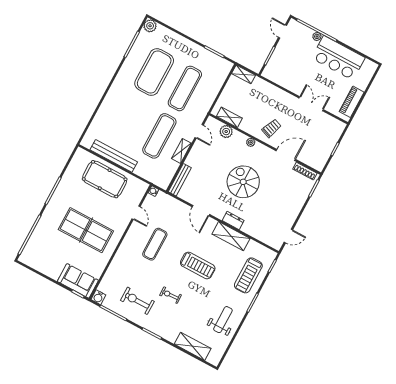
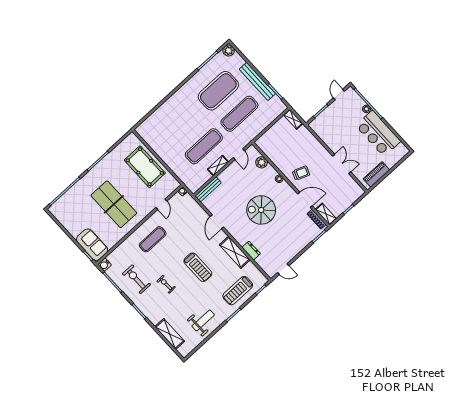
shelving: (229, 117) -> (326, 214), moved
bench: (114, 156) -> (257, 81), moved
spiral stairs: (243, 182) -> (261, 210), turned -90
dresser: (233, 221) -> (251, 251), moved
exercise mat: (155, 244) -> (153, 239), moved

